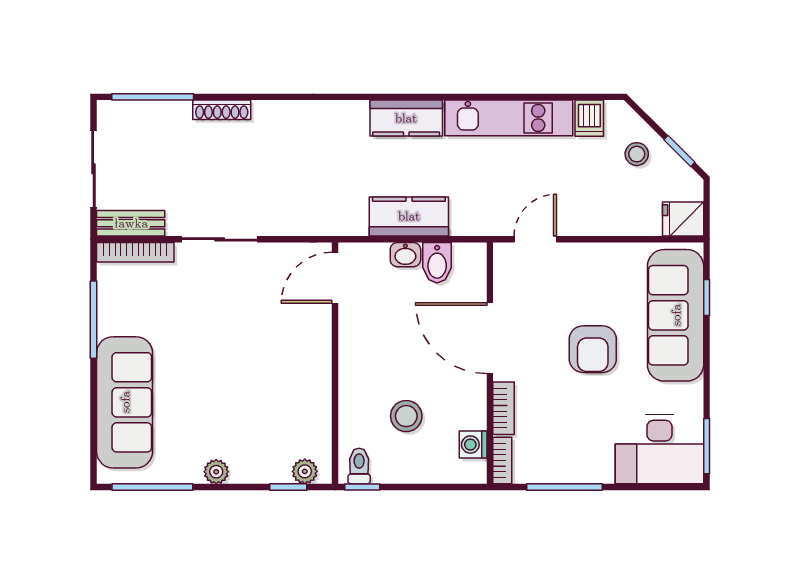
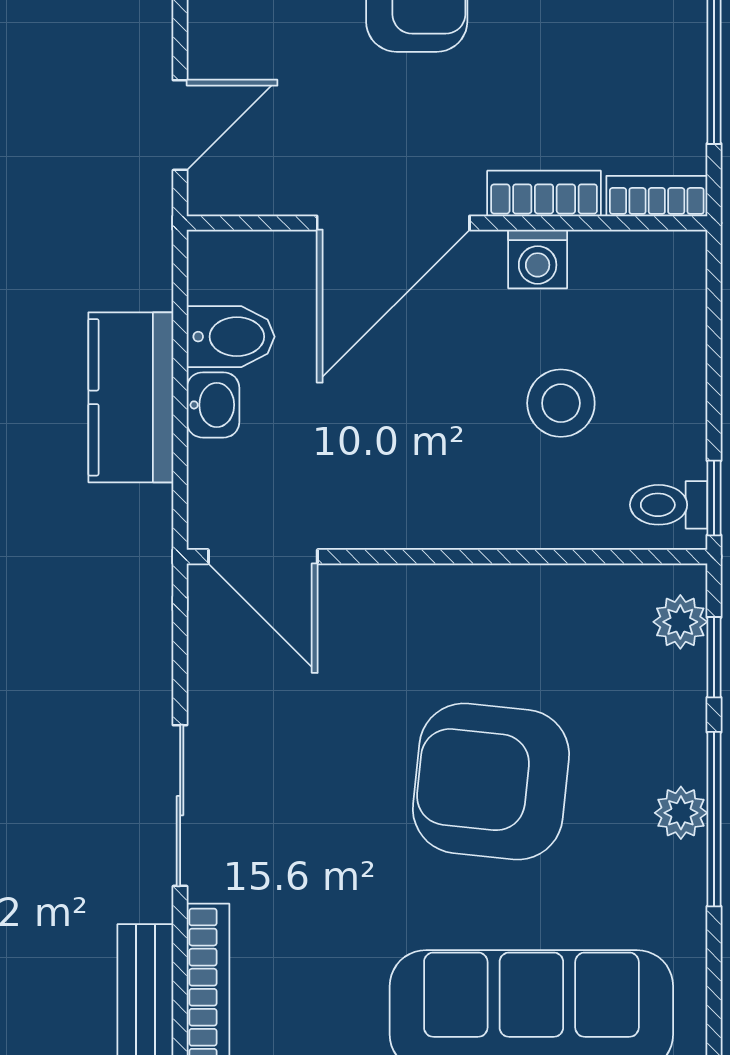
door: (535, 239) -> (180, 125), swing flipped
armchair: (231, 384) -> (491, 781), added
washing machine: (473, 445) -> (538, 259), moved
window: (152, 487) -> (714, 819), moved

